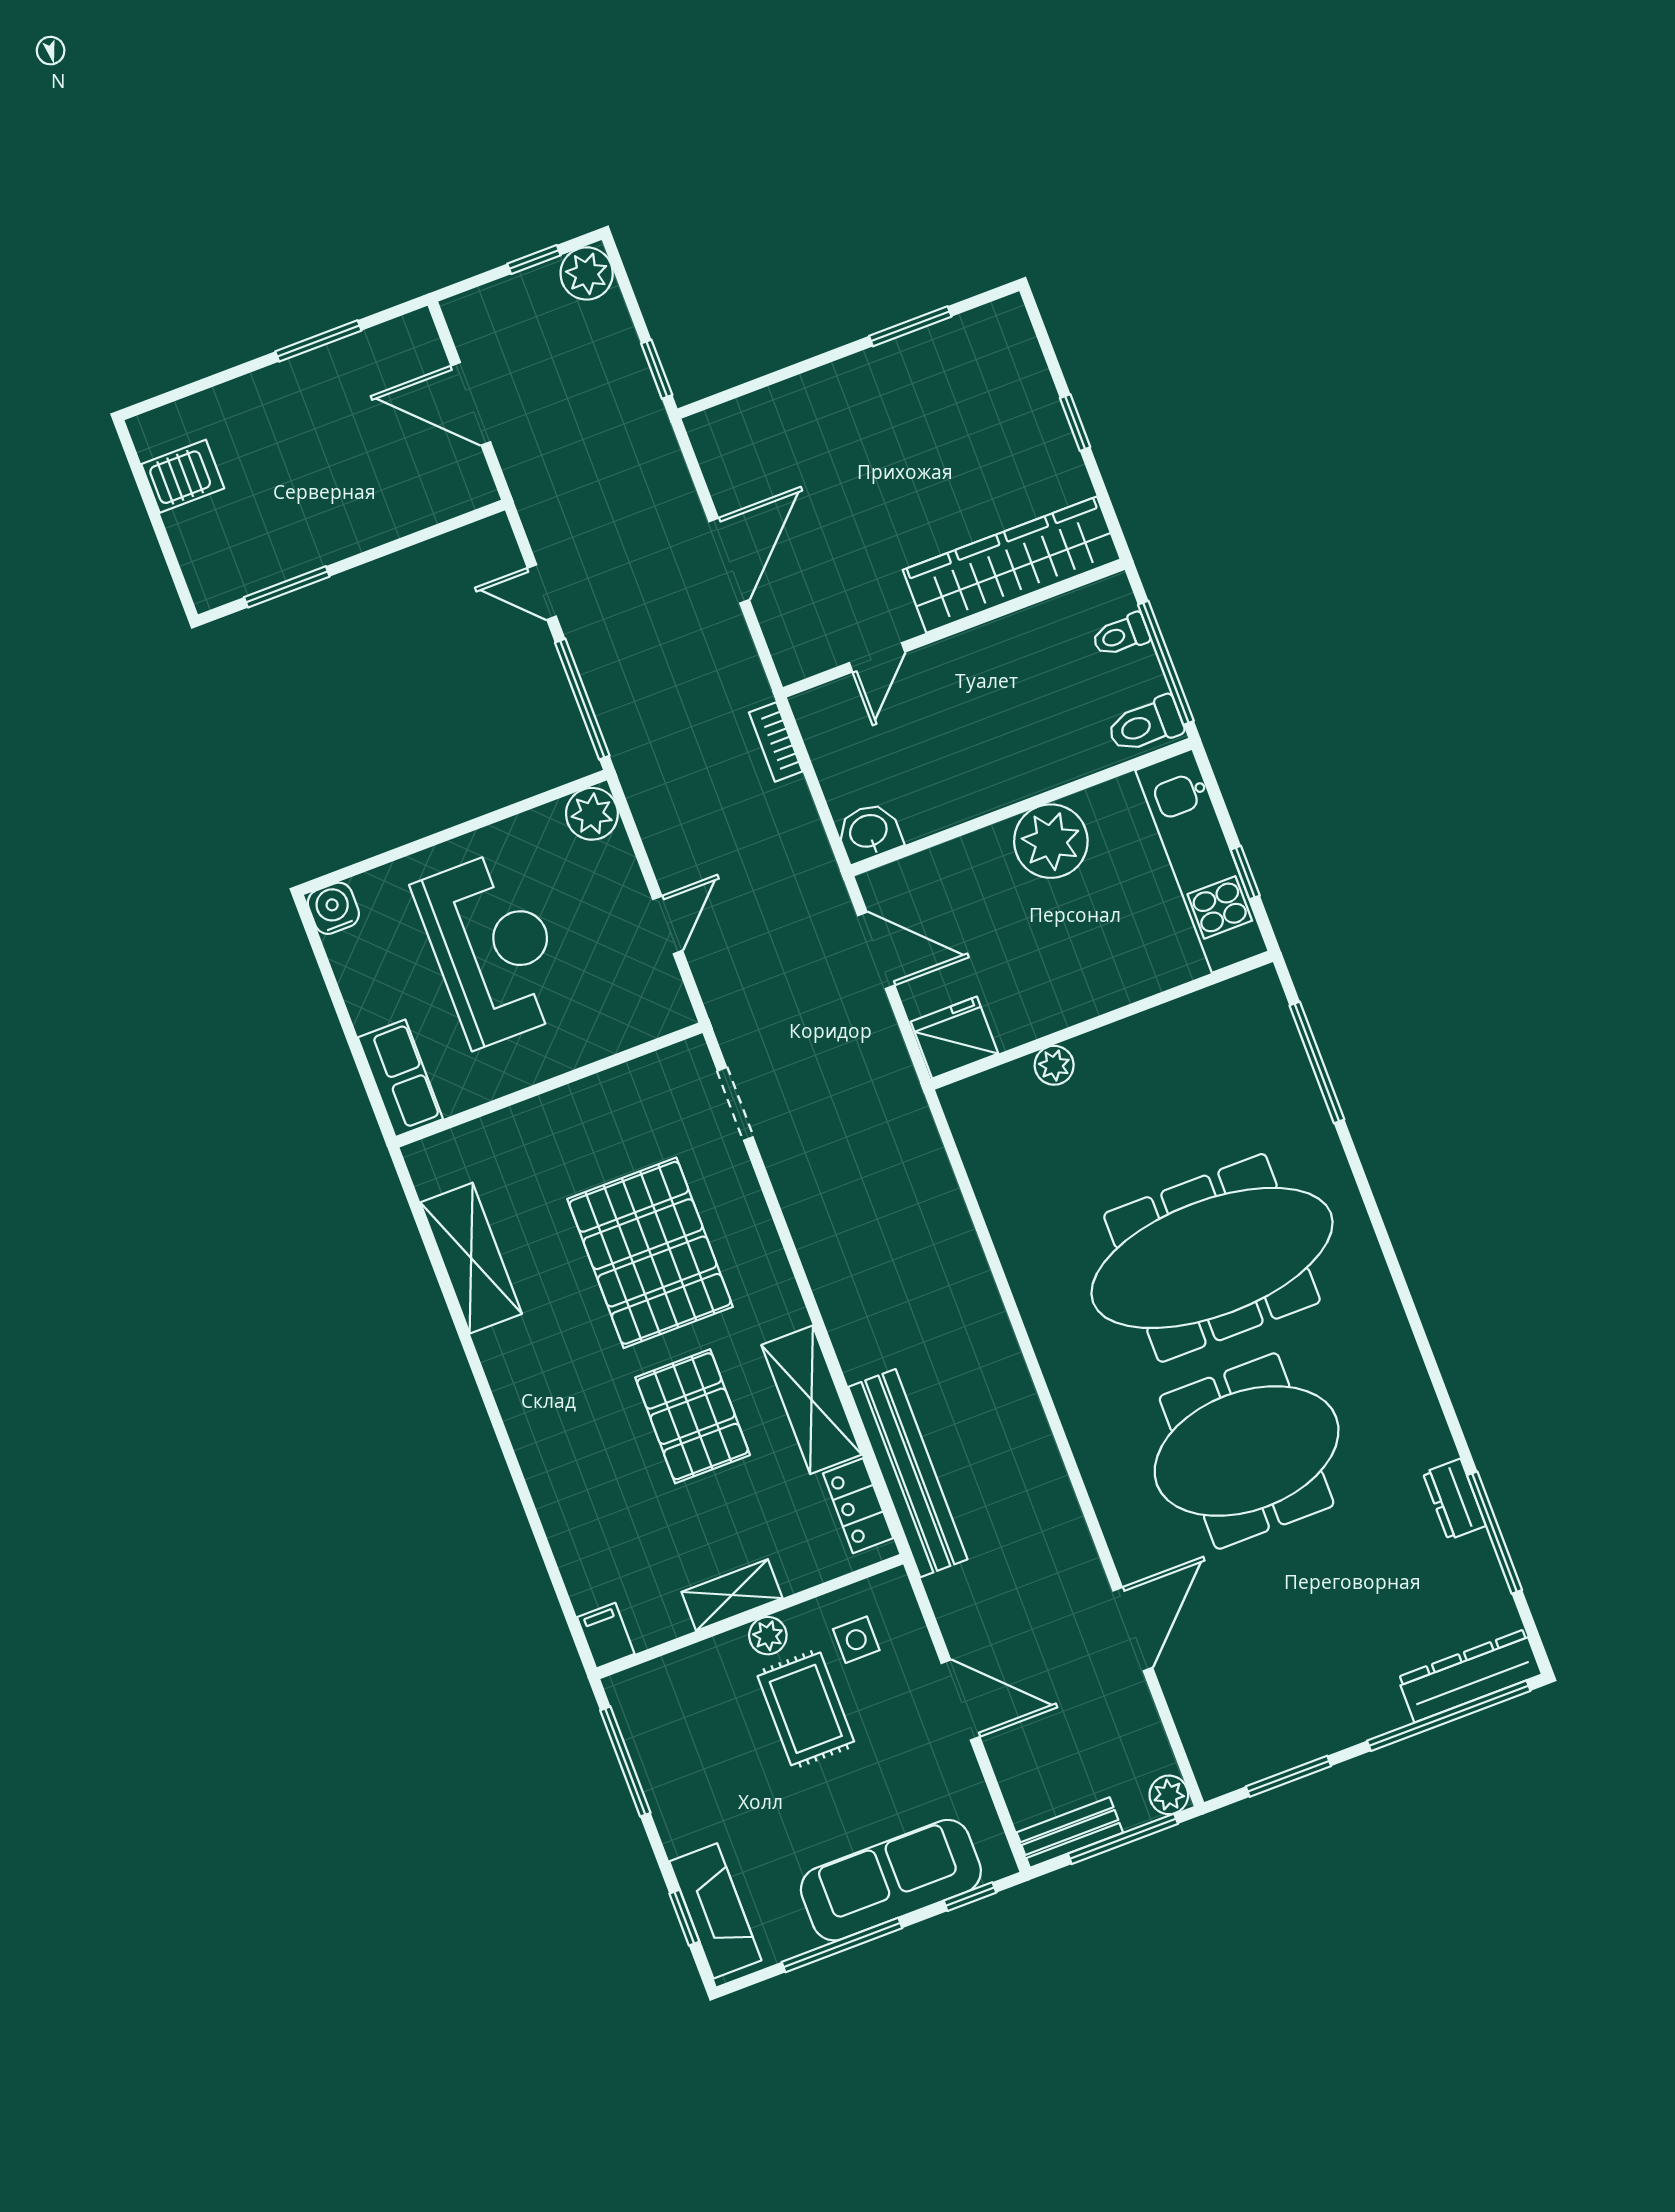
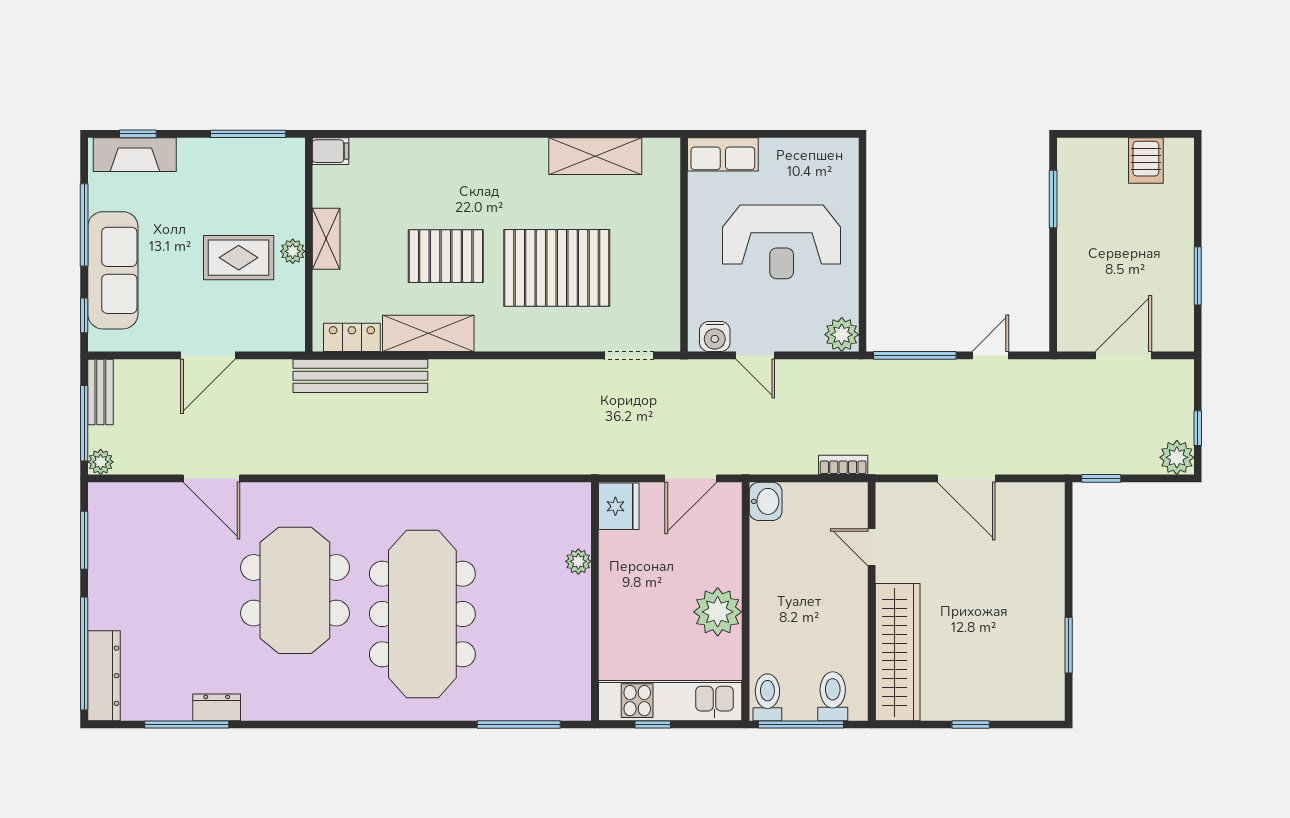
toilet: (1121, 635) -> (833, 696), width x1.37, depth x1.39
water cooler: (333, 908) -> (715, 337), moved, turned 90
side table: (856, 1640) -> (270, 305), removed

